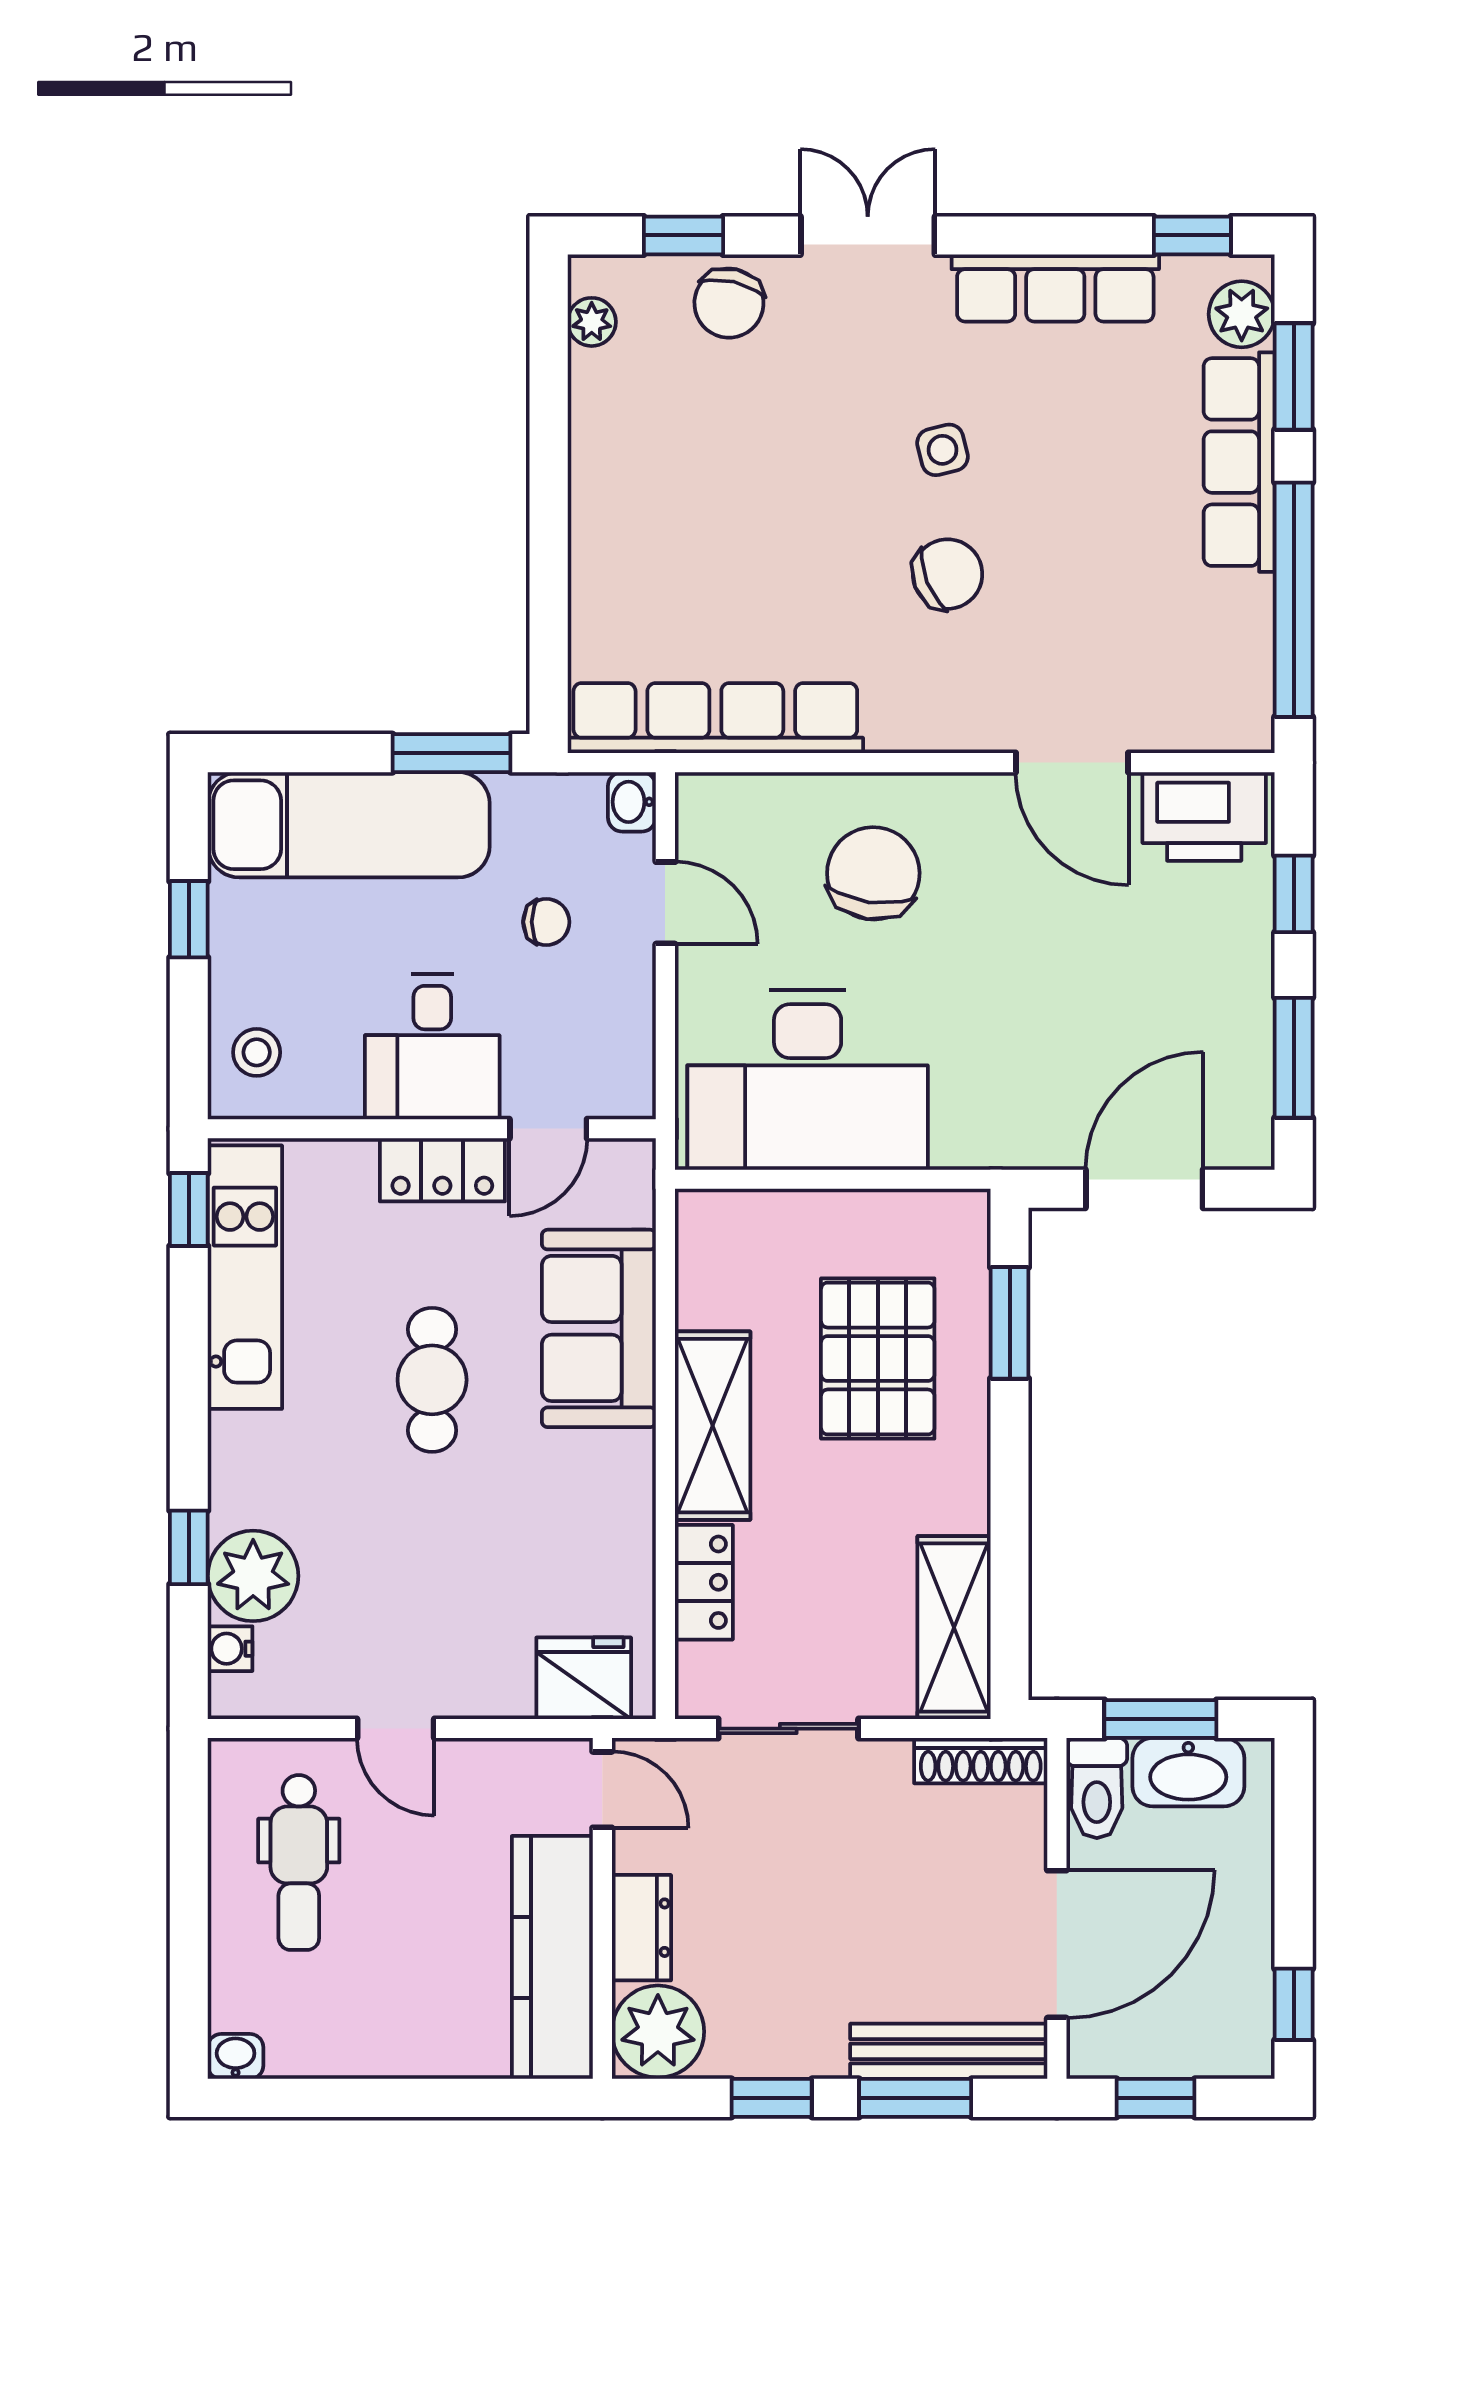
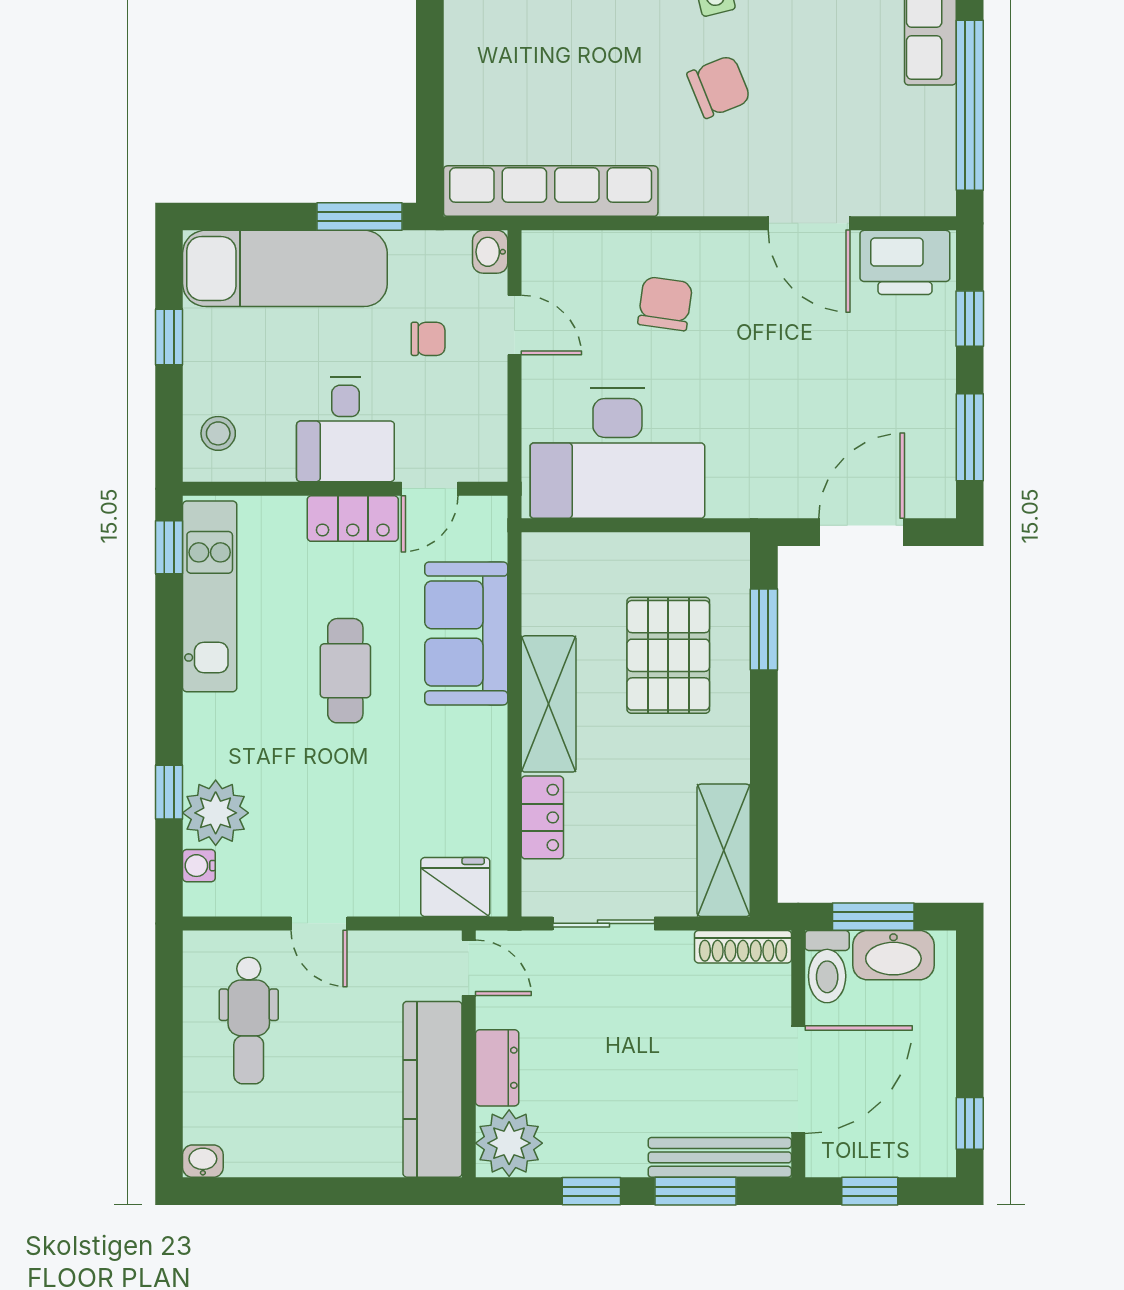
chair: (873, 873) -> (665, 304), width x0.73, depth x0.73

